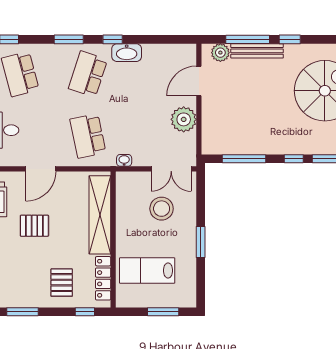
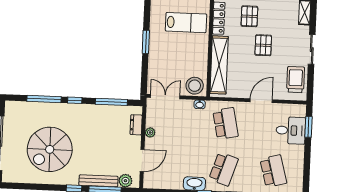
plant: (184, 119) -> (150, 132), width x0.53, depth x0.53
dresser: (209, 129) -> (136, 125), added
stool: (162, 209) -> (195, 86), moved
pallet: (34, 226) -> (263, 45), moved, turned 90

